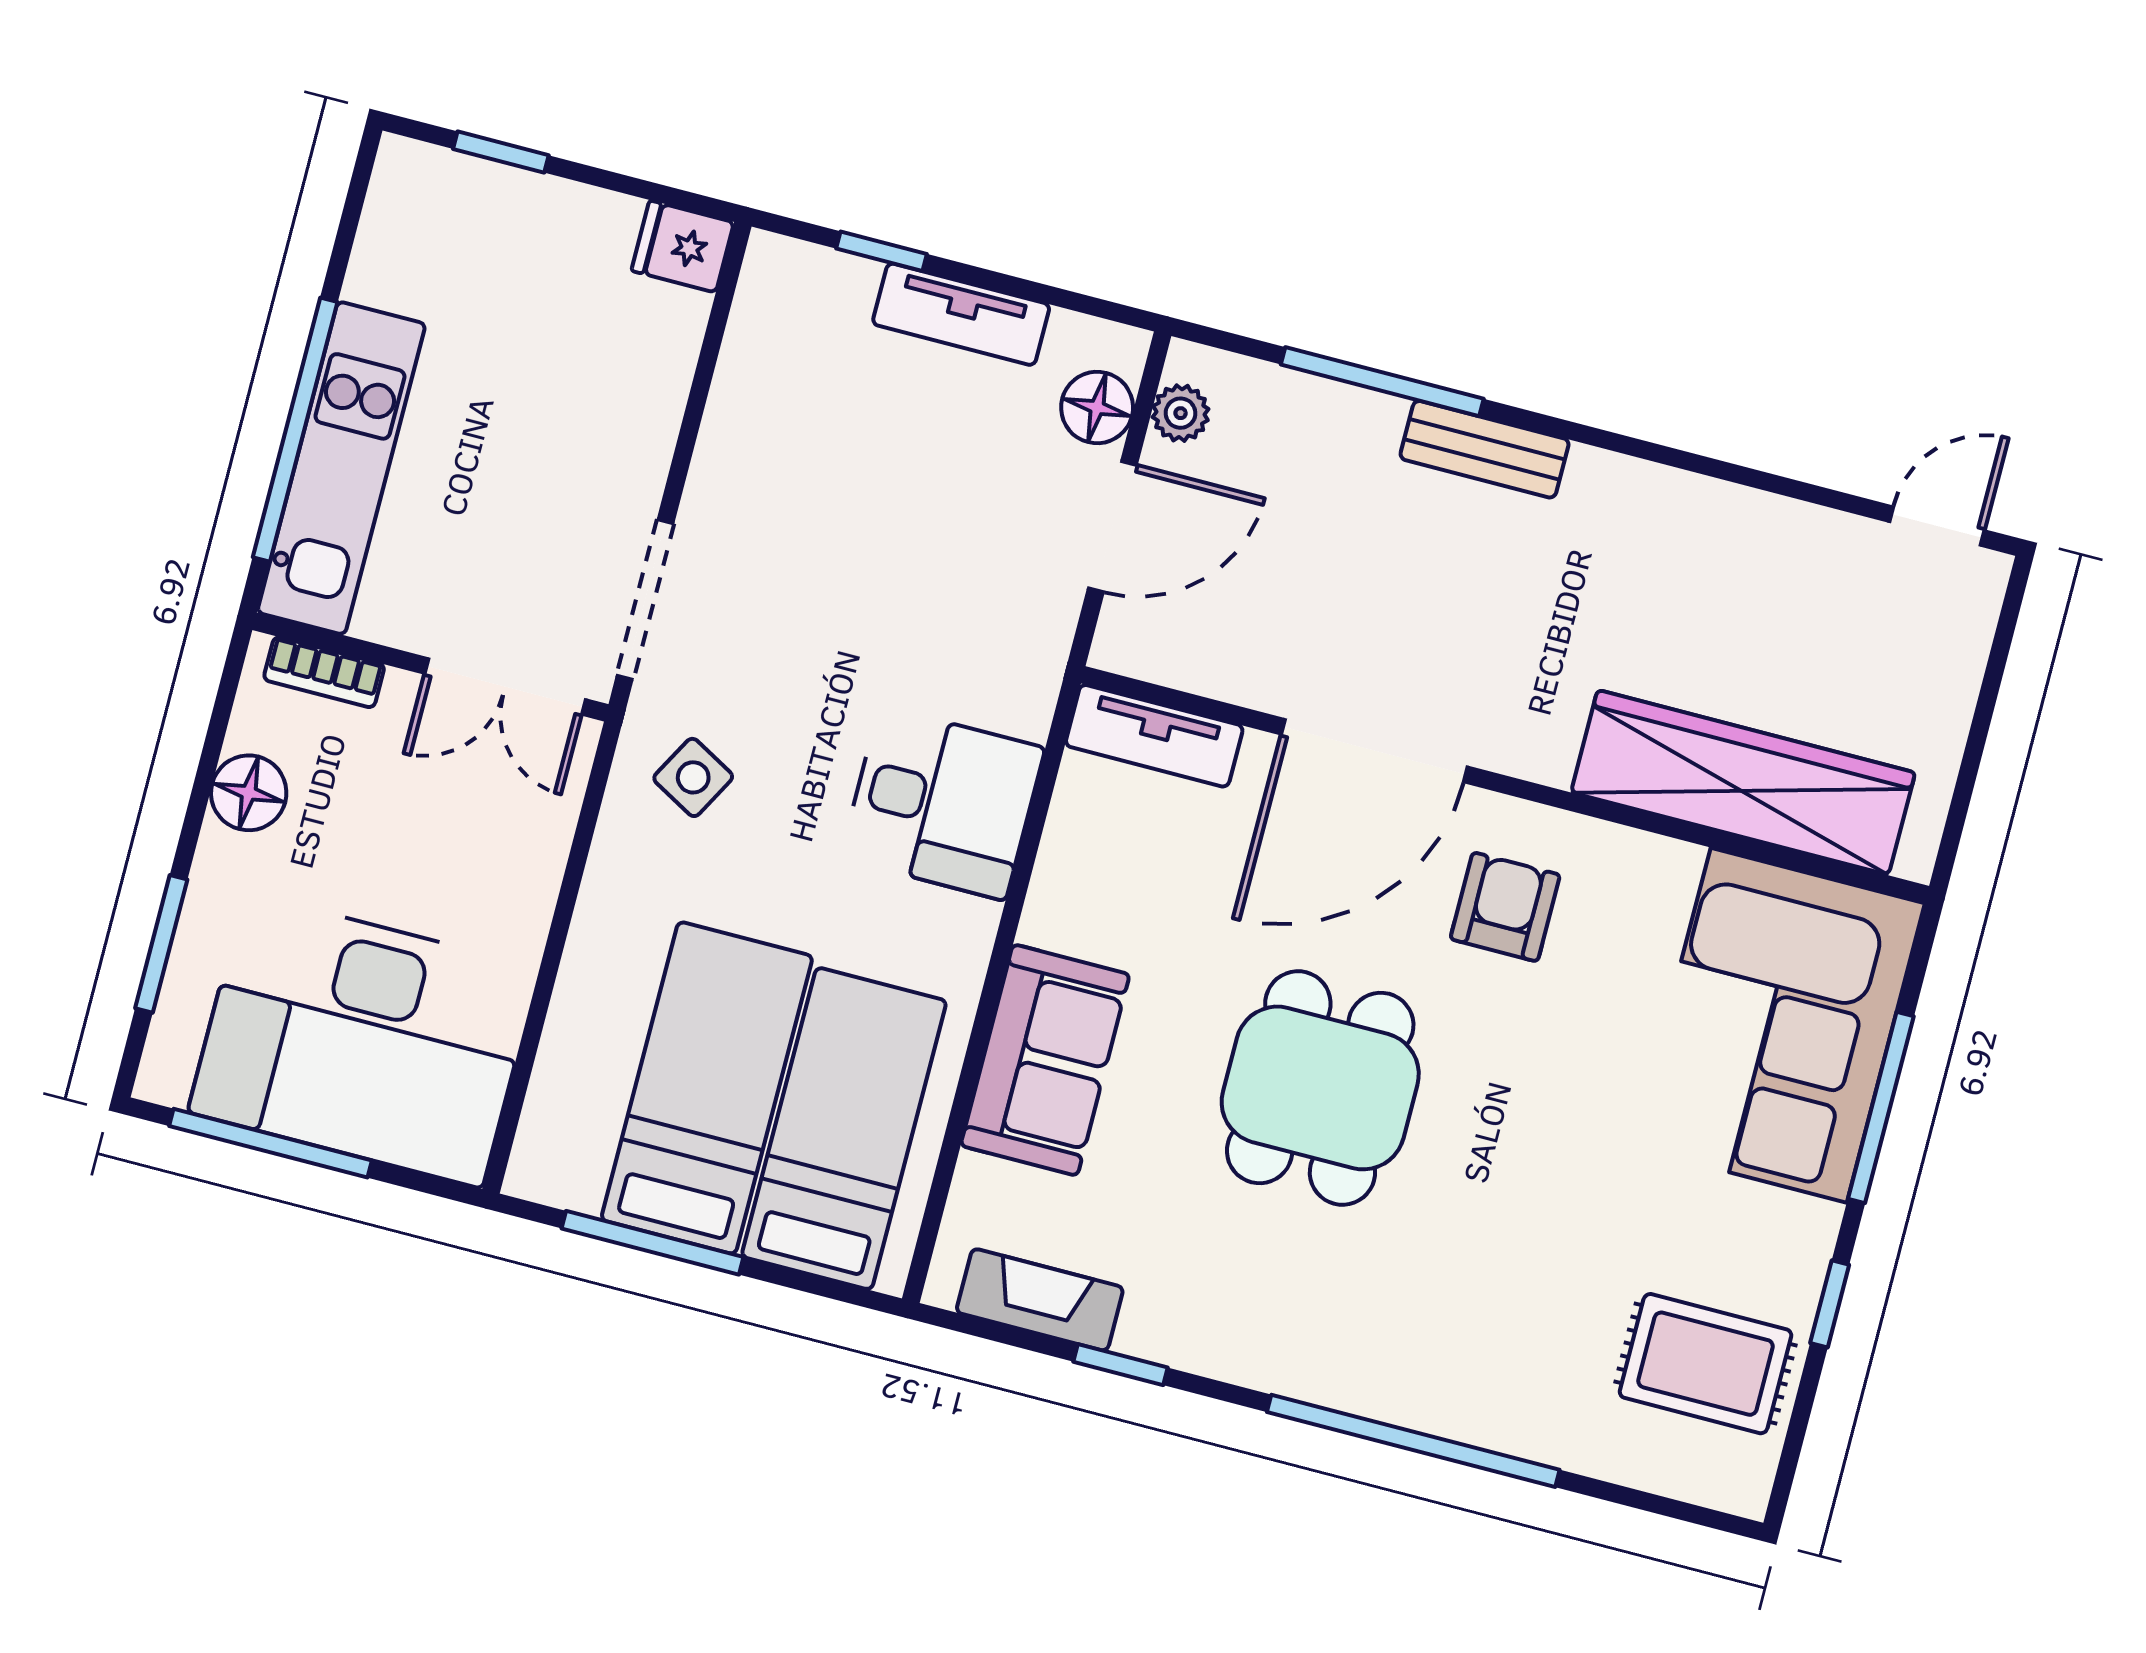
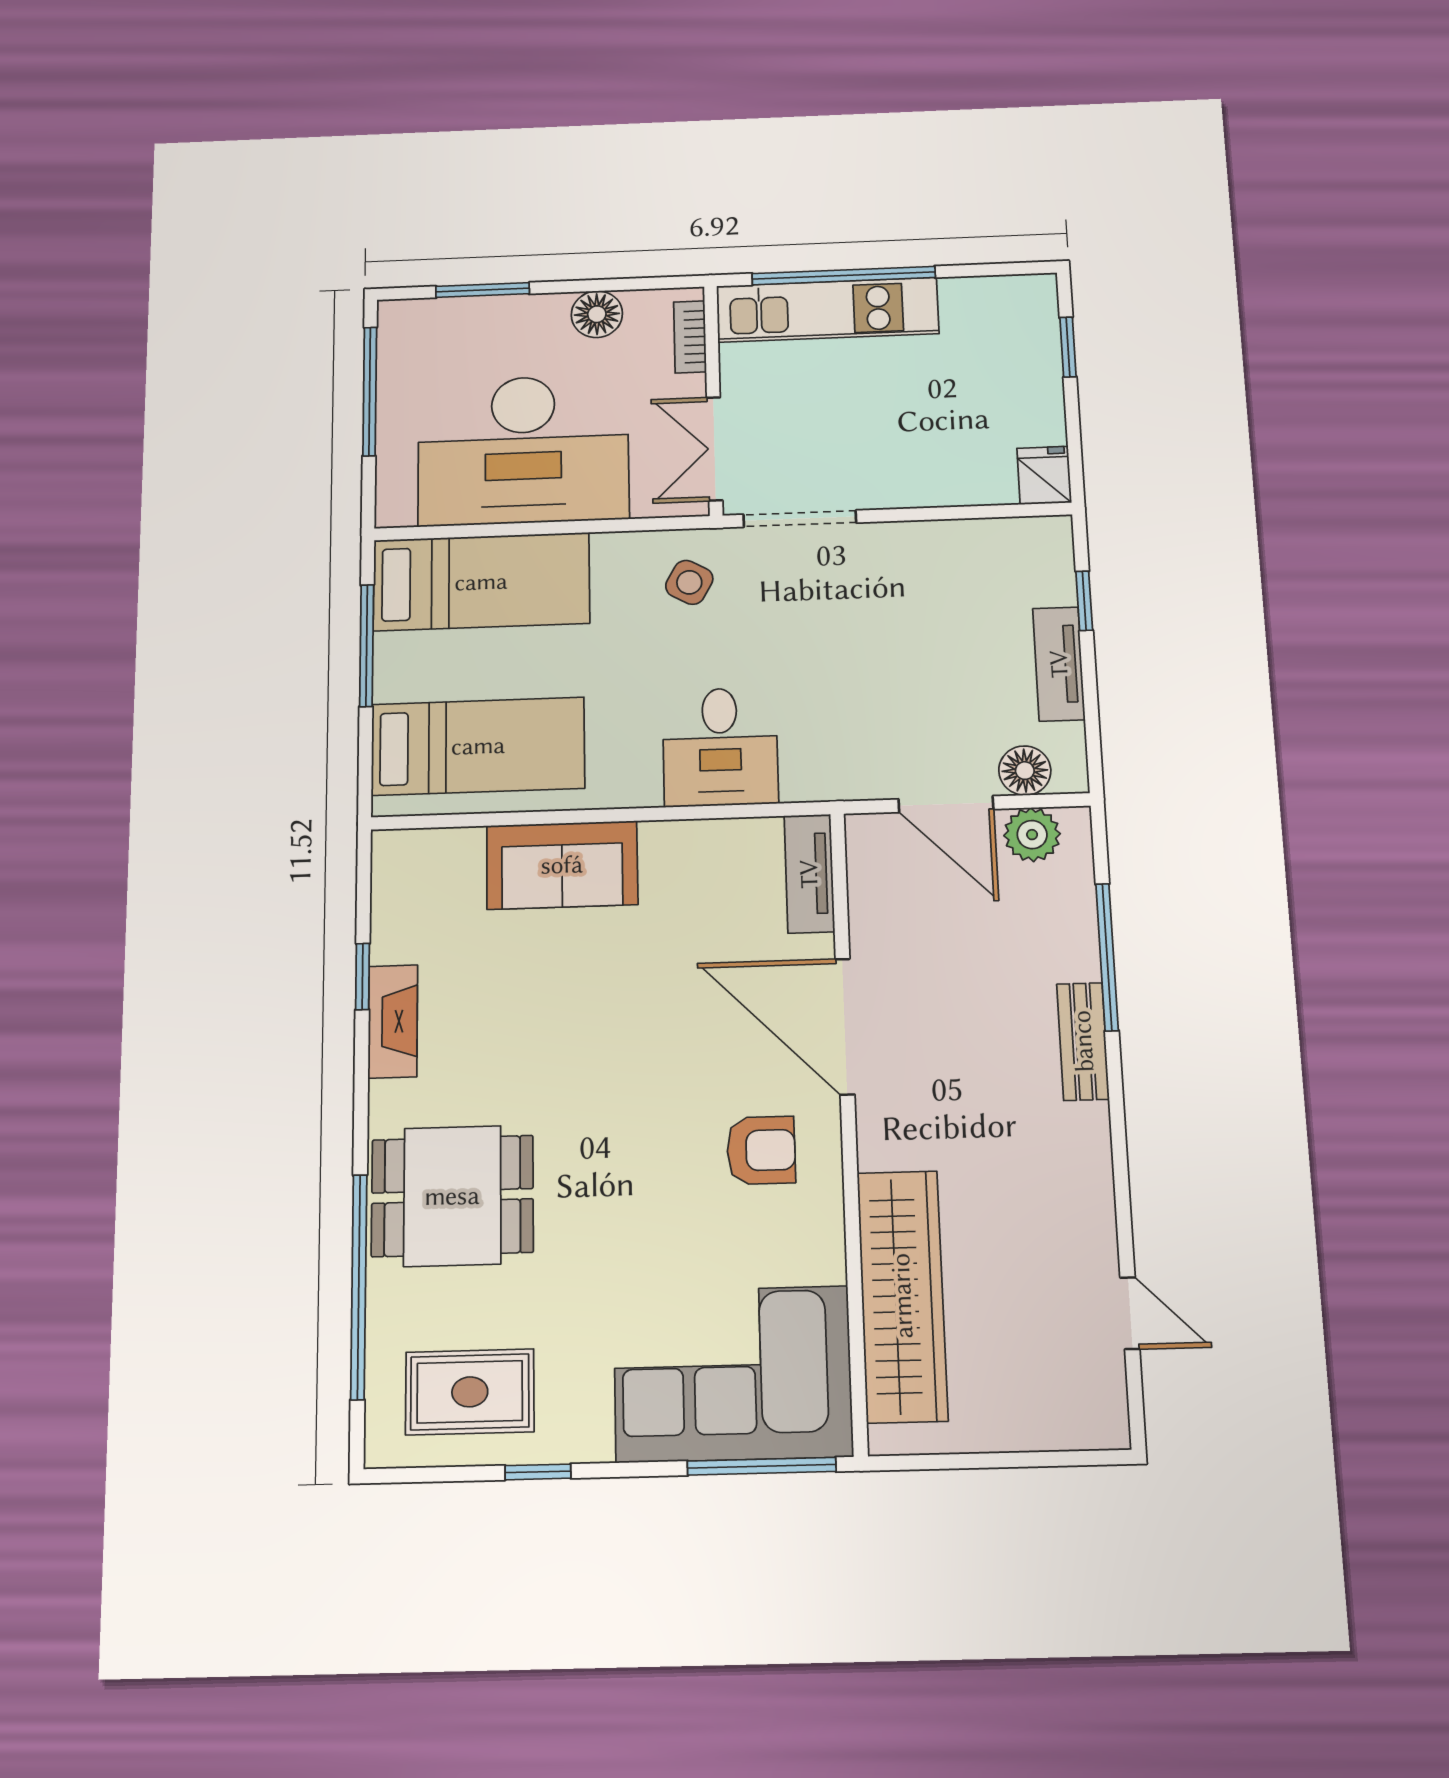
plant: (1181, 413) -> (1032, 835), width x1.38, depth x1.38
door: (1937, 526) -> (1130, 1313), moved
desk: (364, 1040) -> (523, 450), moved, turned -90
bed: (707, 1088) -> (481, 582), moved
dining table: (1320, 1088) -> (452, 1196), moved
window: (1881, 1107) -> (762, 1466), moved
fireplace: (1040, 1300) -> (393, 1021), moved
rug: (1706, 1364) -> (470, 1392), turned 90
window: (1413, 1441) -> (359, 1286), moved

